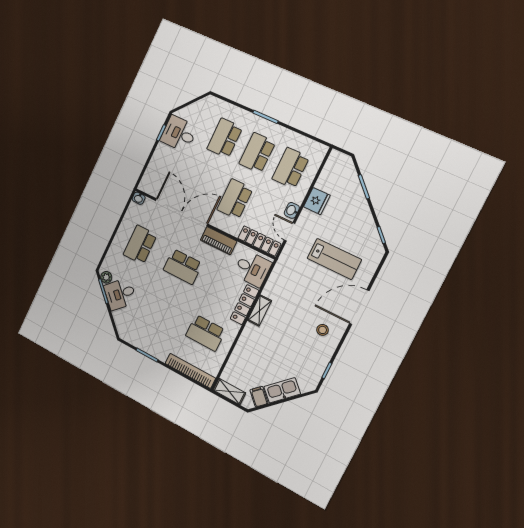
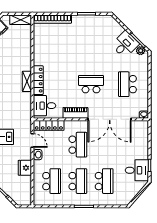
school desk: (140, 245) -> (127, 84), turned 180
school desk: (206, 333) -> (54, 49), removed

